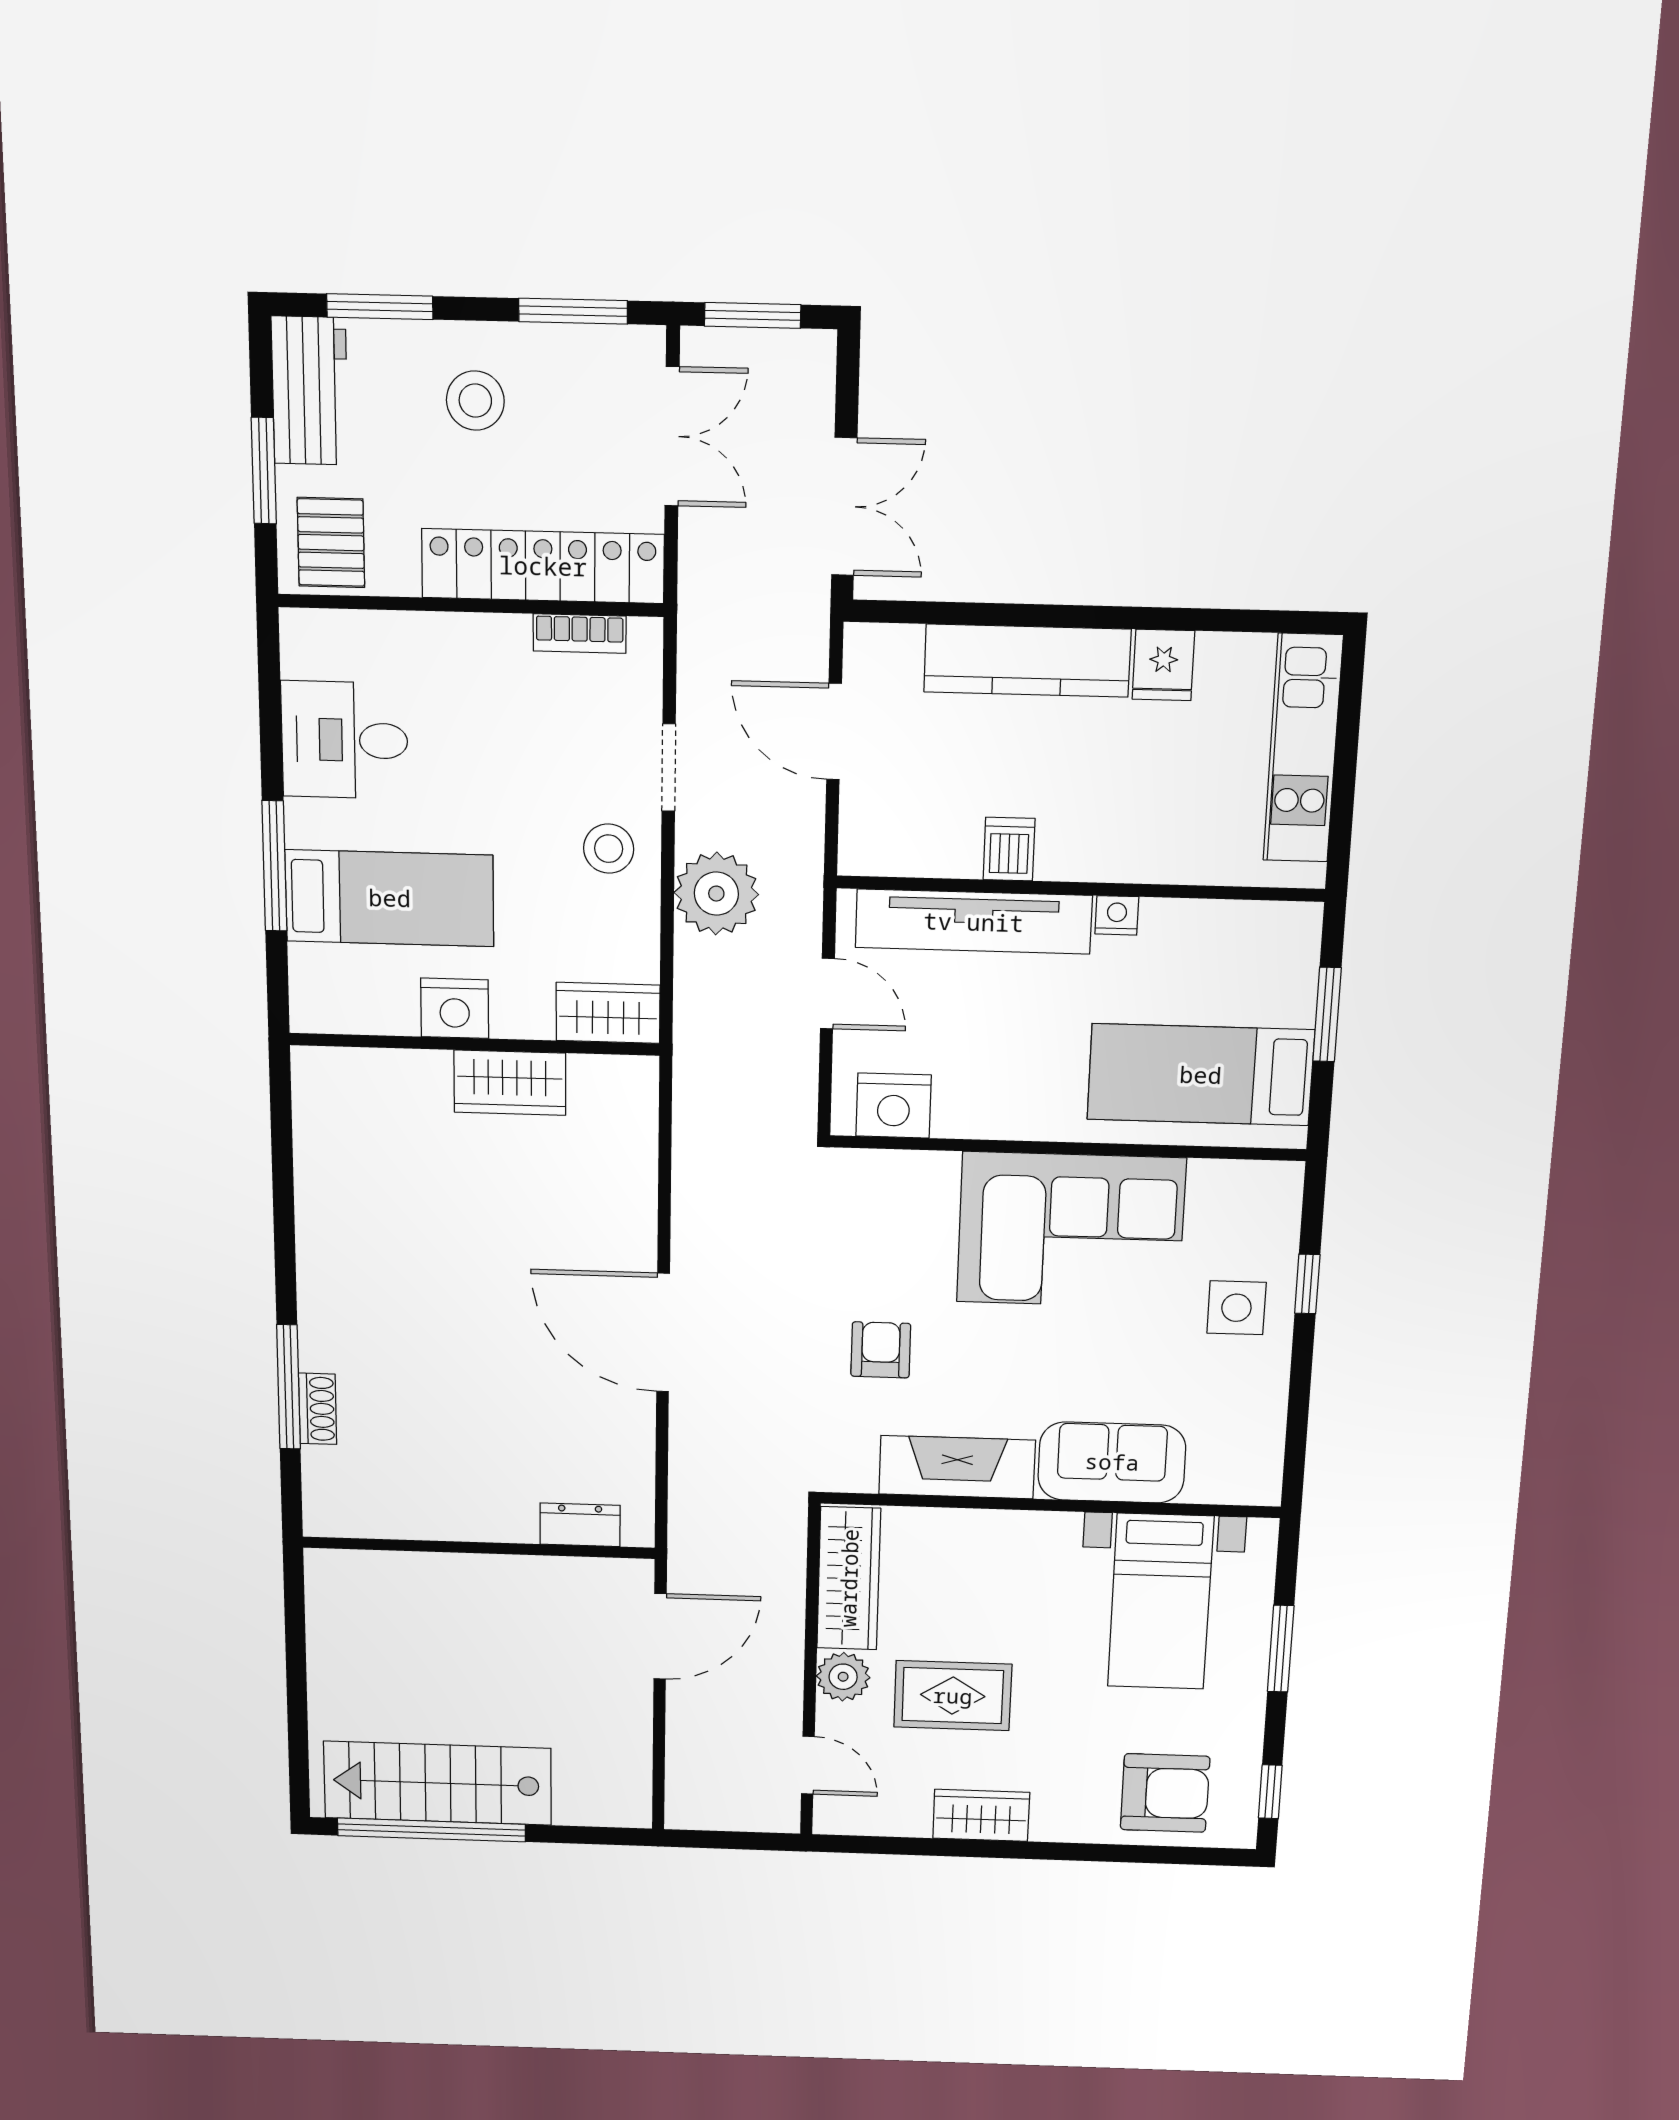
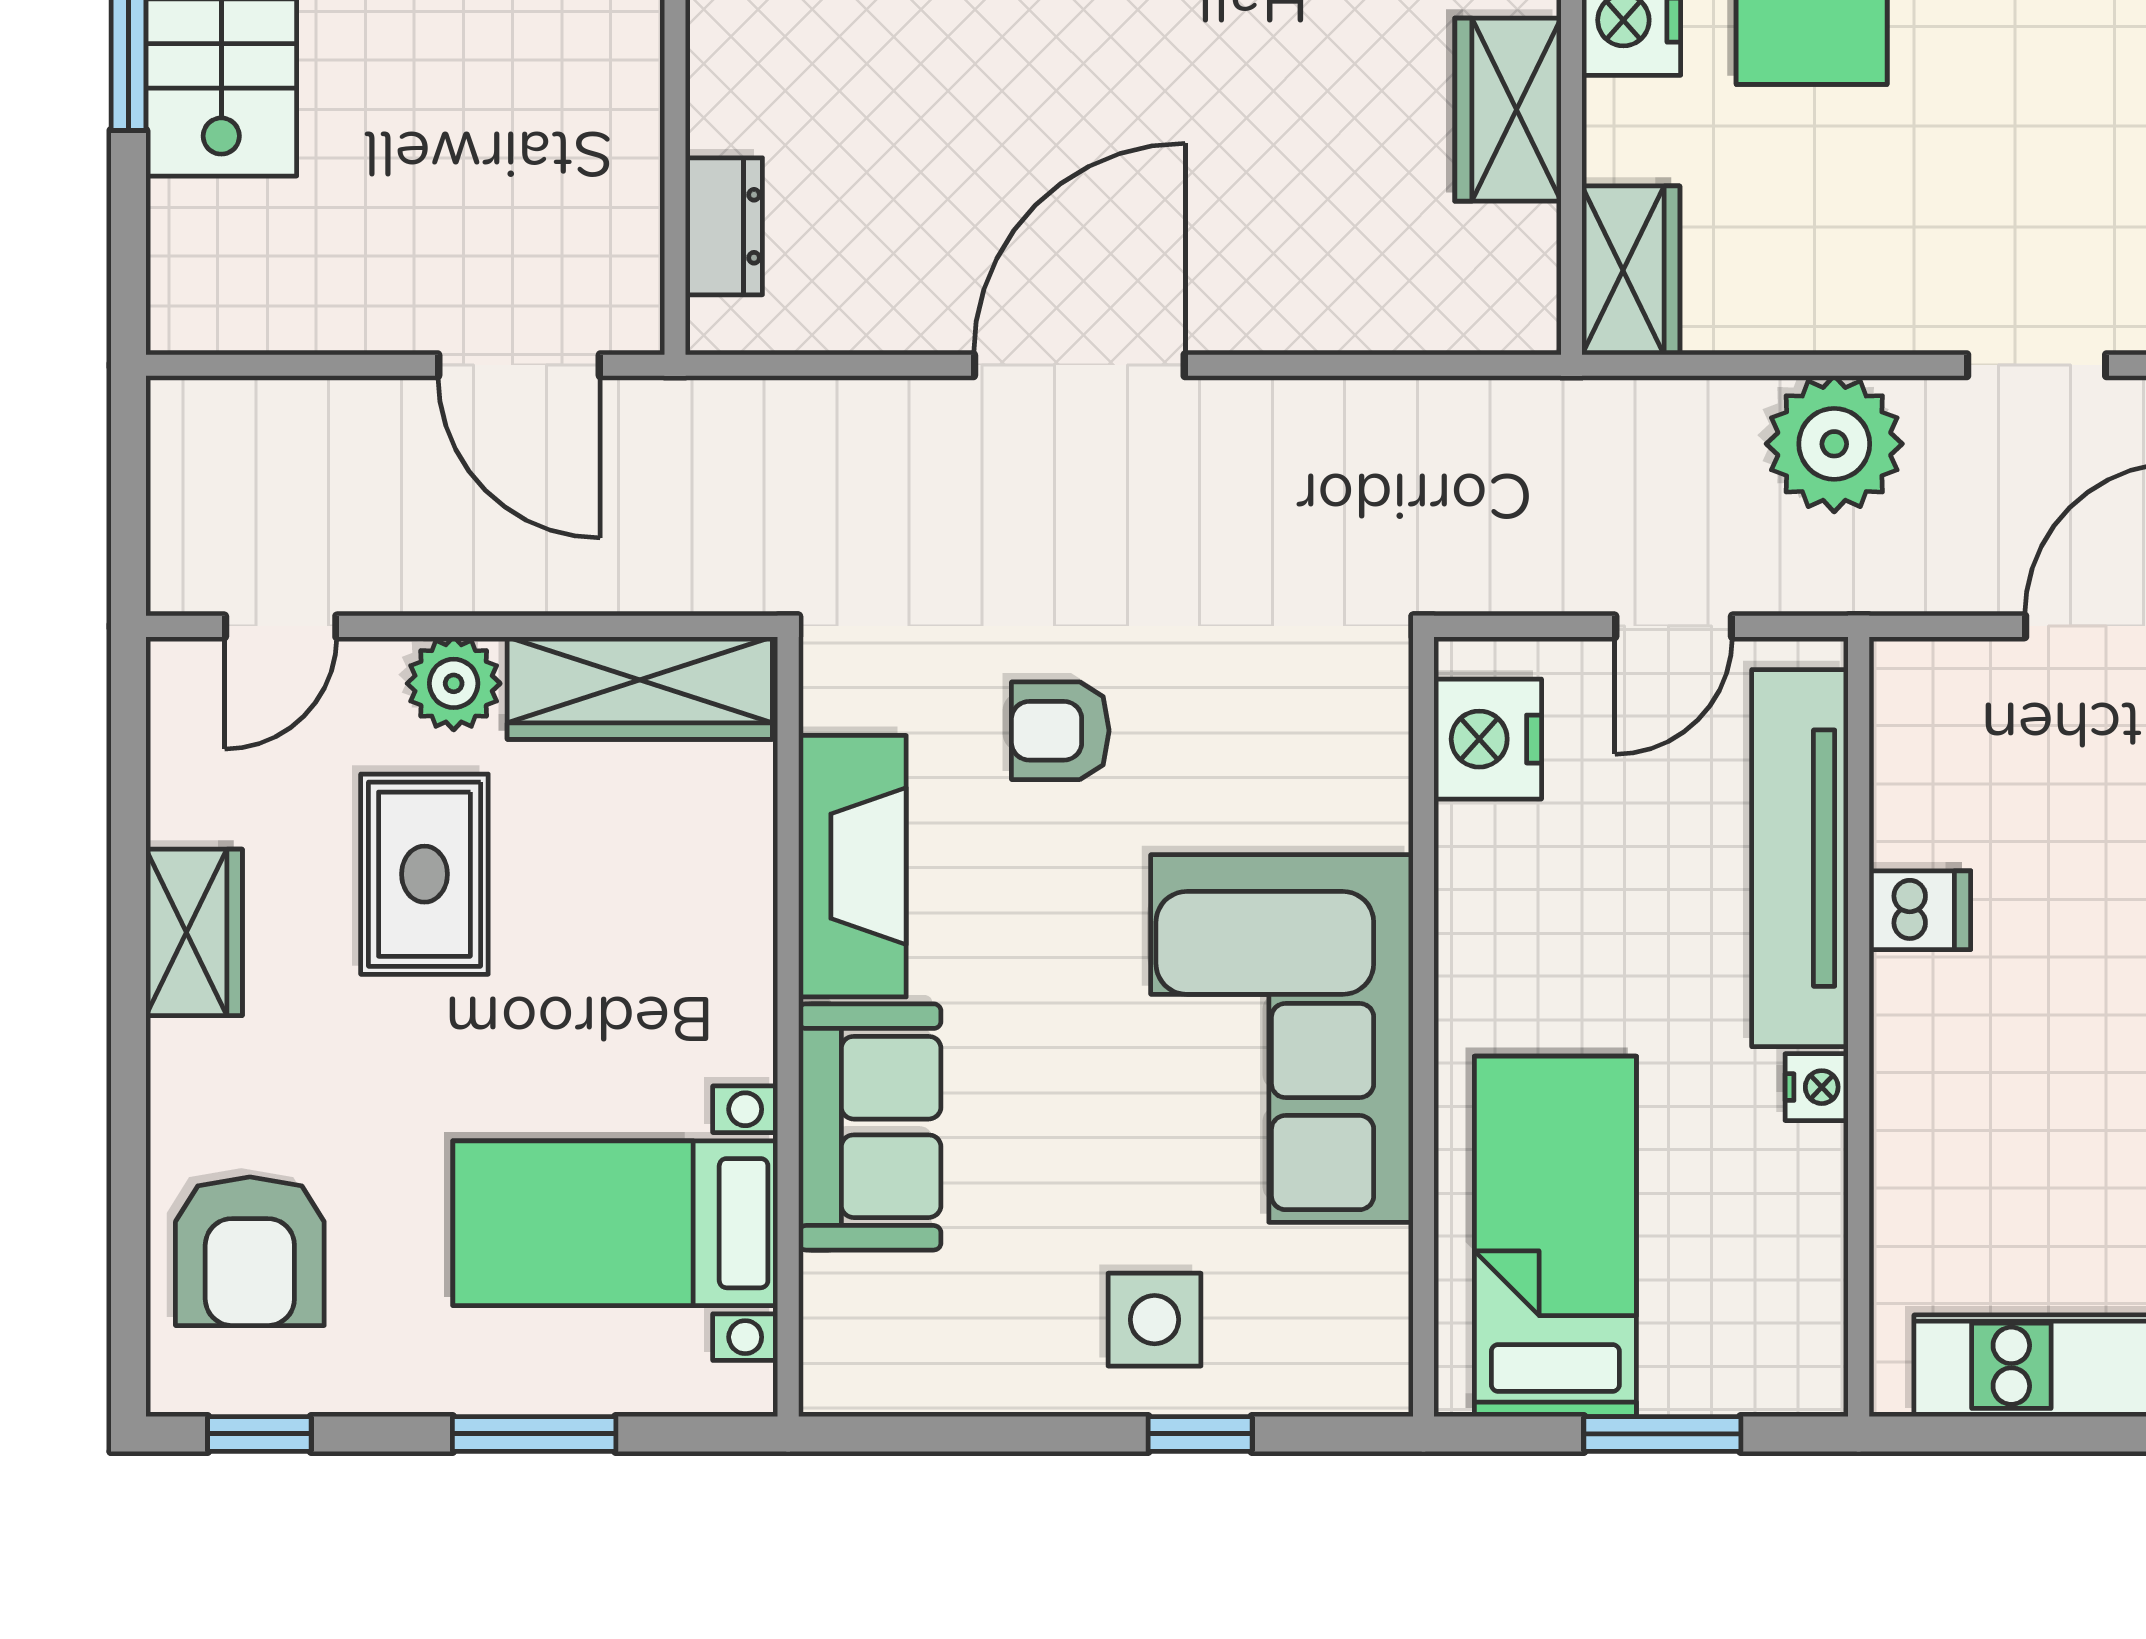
stool: (609, 849) -> (1903, 270), removed
armchair: (881, 1350) -> (1060, 731), turned 180

